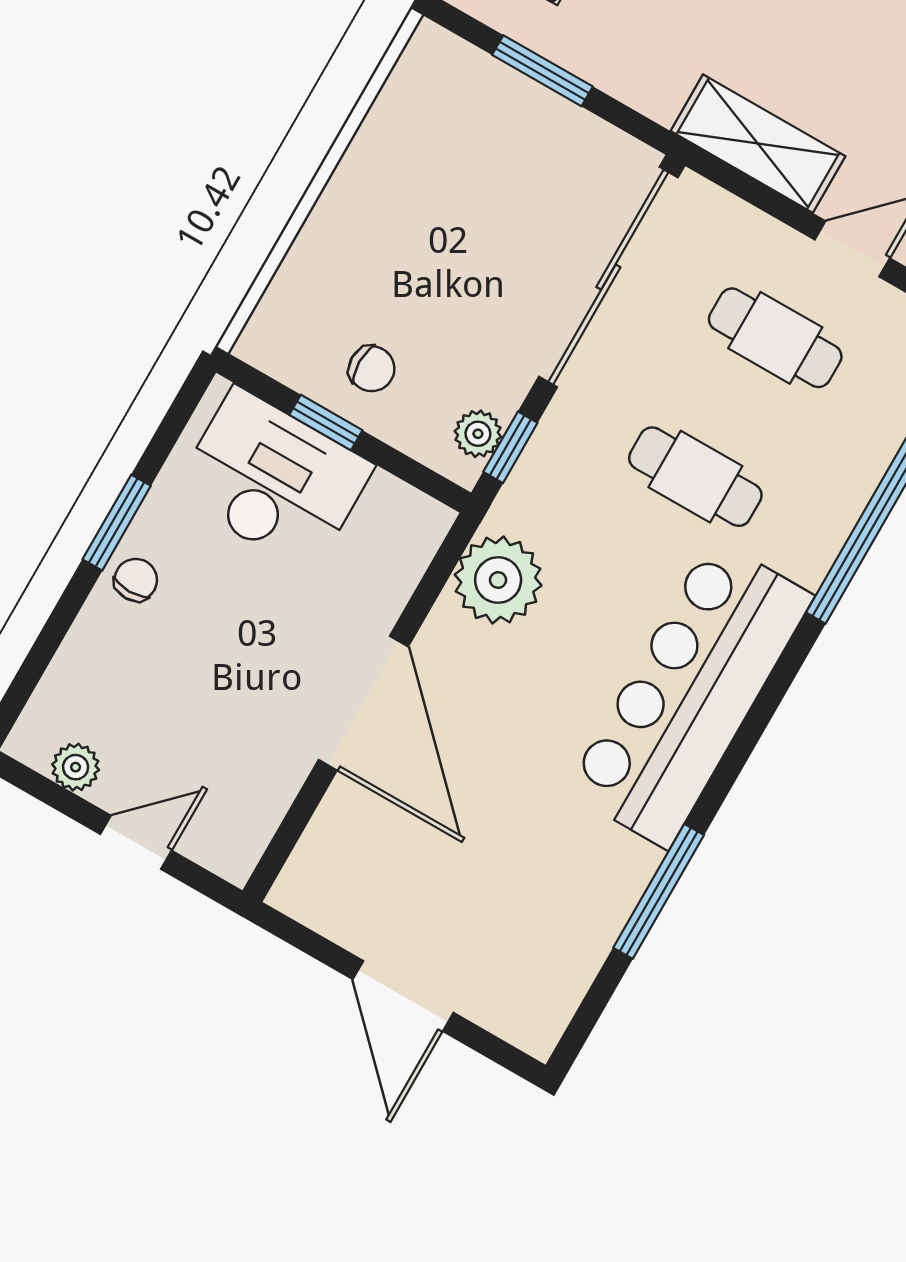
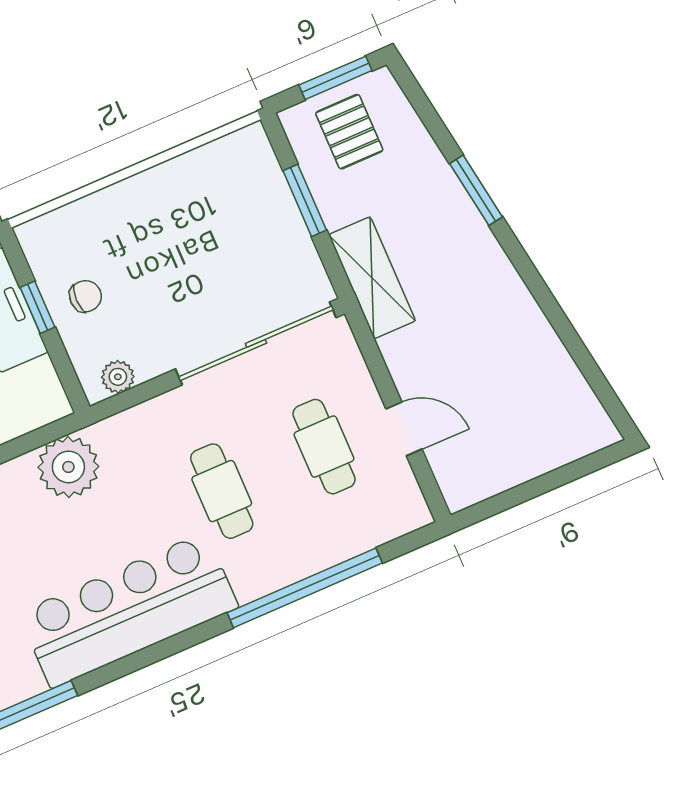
shelving: (758, 144) -> (372, 278), moved
chair: (372, 369) -> (85, 296), turned -90
window: (510, 447) -> (130, 398), removed

